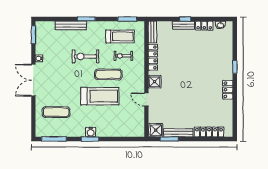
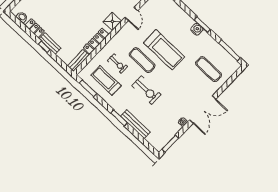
treadmill: (100, 96) -> (164, 50), turned 180

